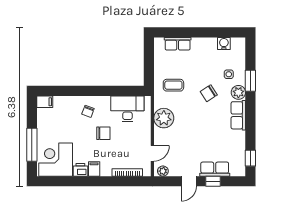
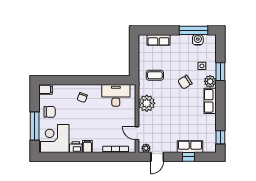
window: (219, 32) -> (194, 30), added
chair: (103, 133) -> (50, 112), moved
door: (152, 153) -> (137, 133), swing flipped
door: (189, 181) -> (157, 157), moved

